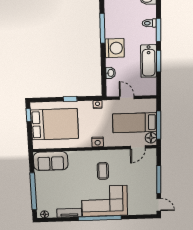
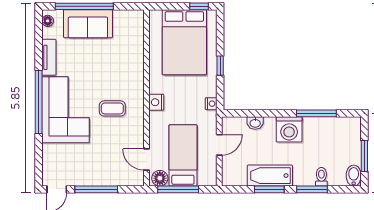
sofa: (51, 161) -> (88, 24), moved, turned -90

